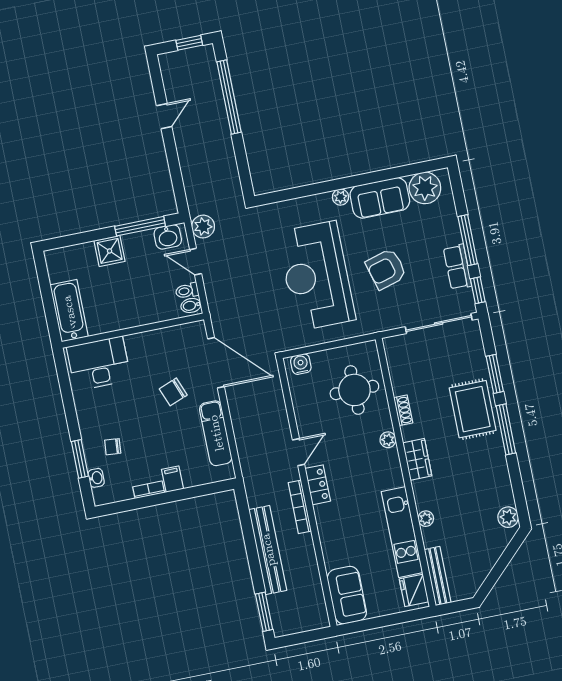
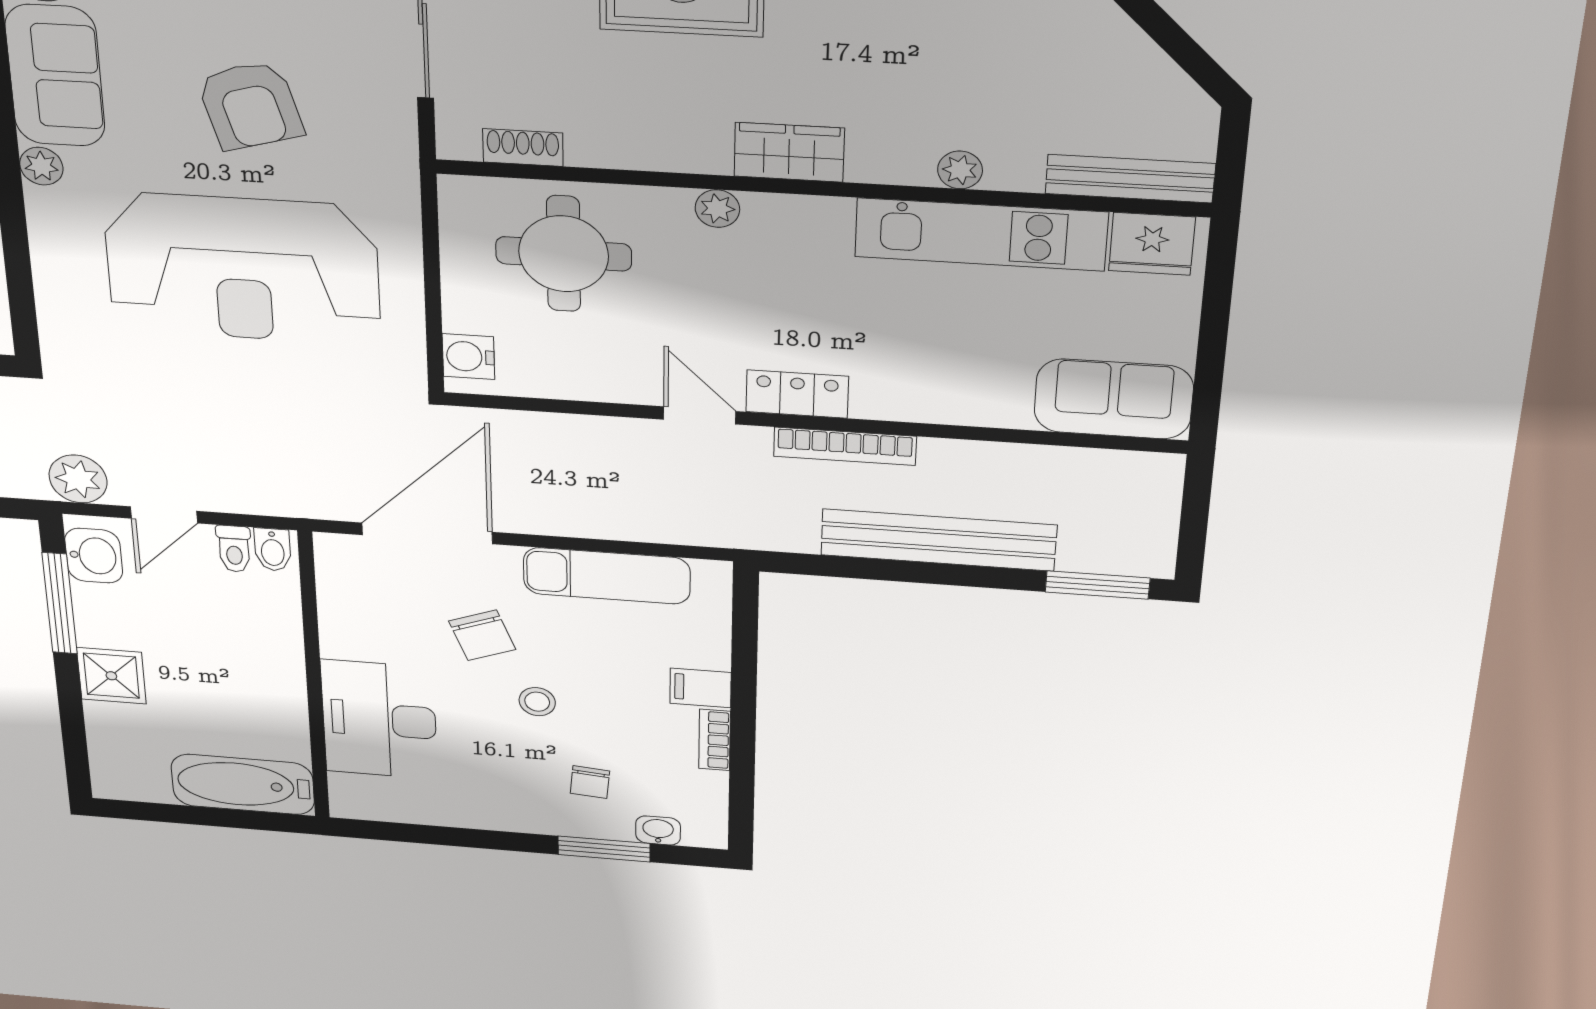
desk: (99, 364) -> (379, 720), moved
shoe rack: (403, 410) -> (523, 148), moved
stool: (147, 419) -> (537, 702), added

